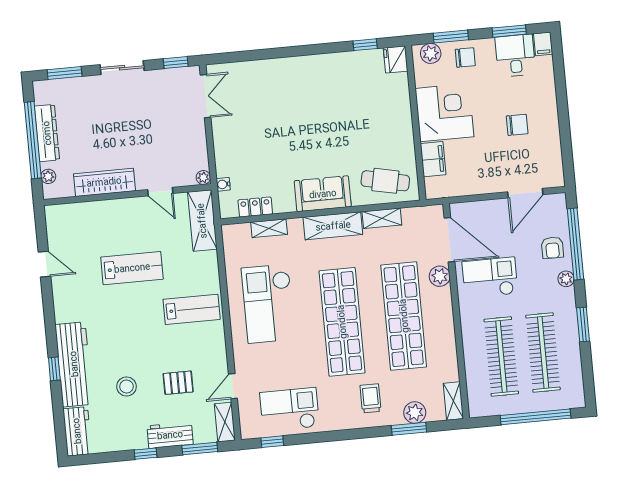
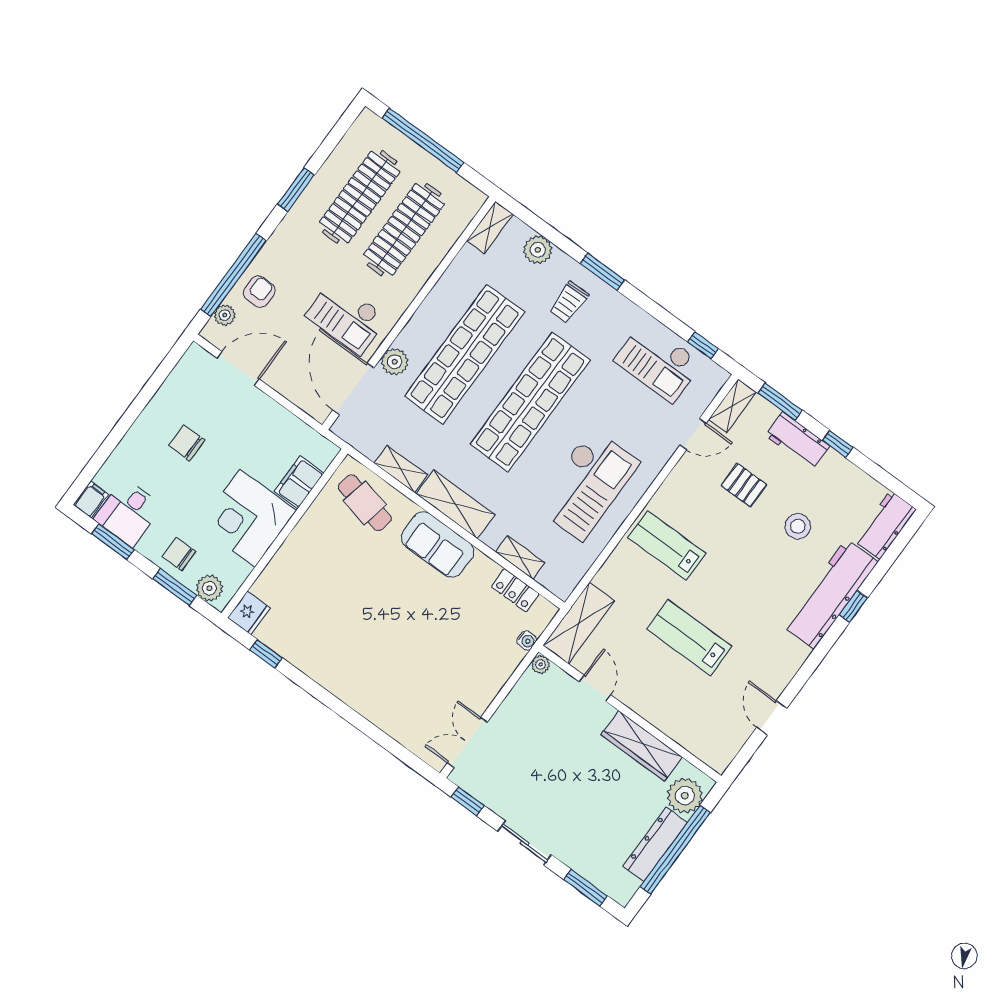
plant: (48, 176) -> (685, 796), width x1.88, depth x1.88
plant: (566, 279) -> (225, 315), moved
window: (409, 429) -> (602, 272), moved

